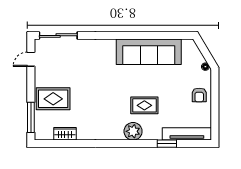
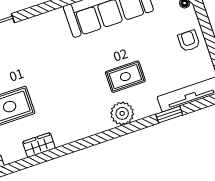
armchair: (199, 95) -> (189, 41), turned 180

